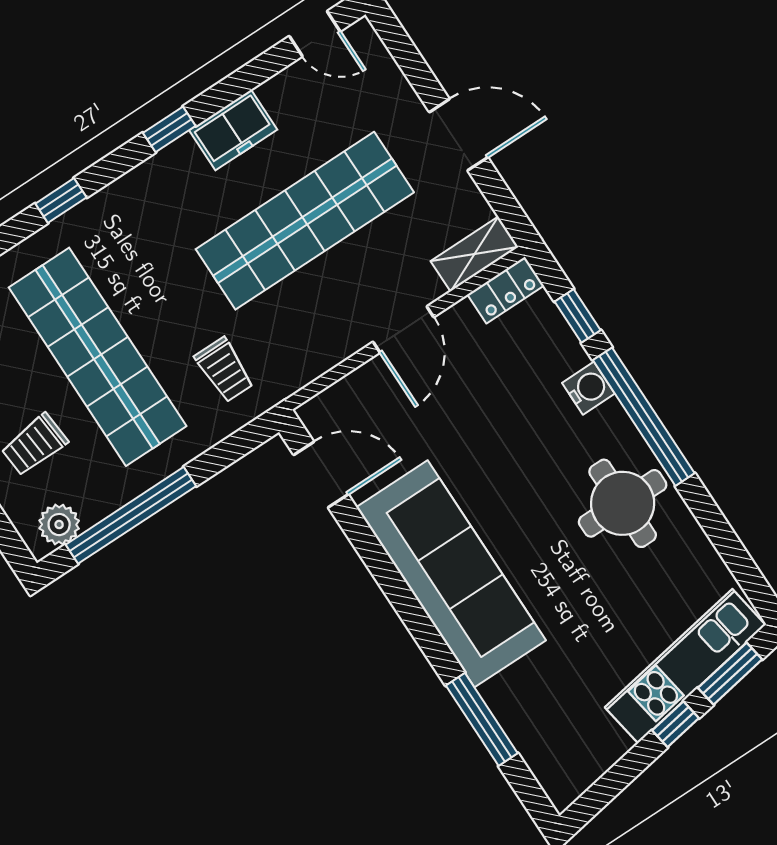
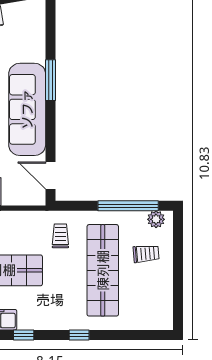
window: (482, 719) -> (50, 80), moved

